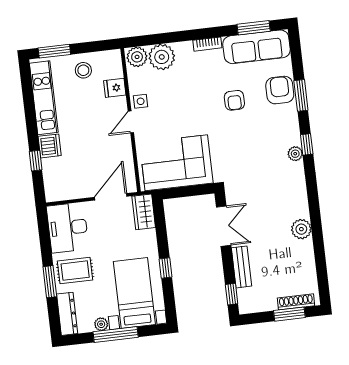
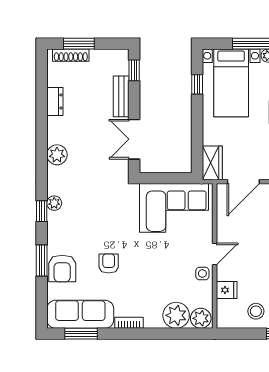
plant: (301, 229) -> (57, 155), moved
dresser: (306, 254) -> (55, 101), added
window: (165, 268) -> (197, 84), moved

